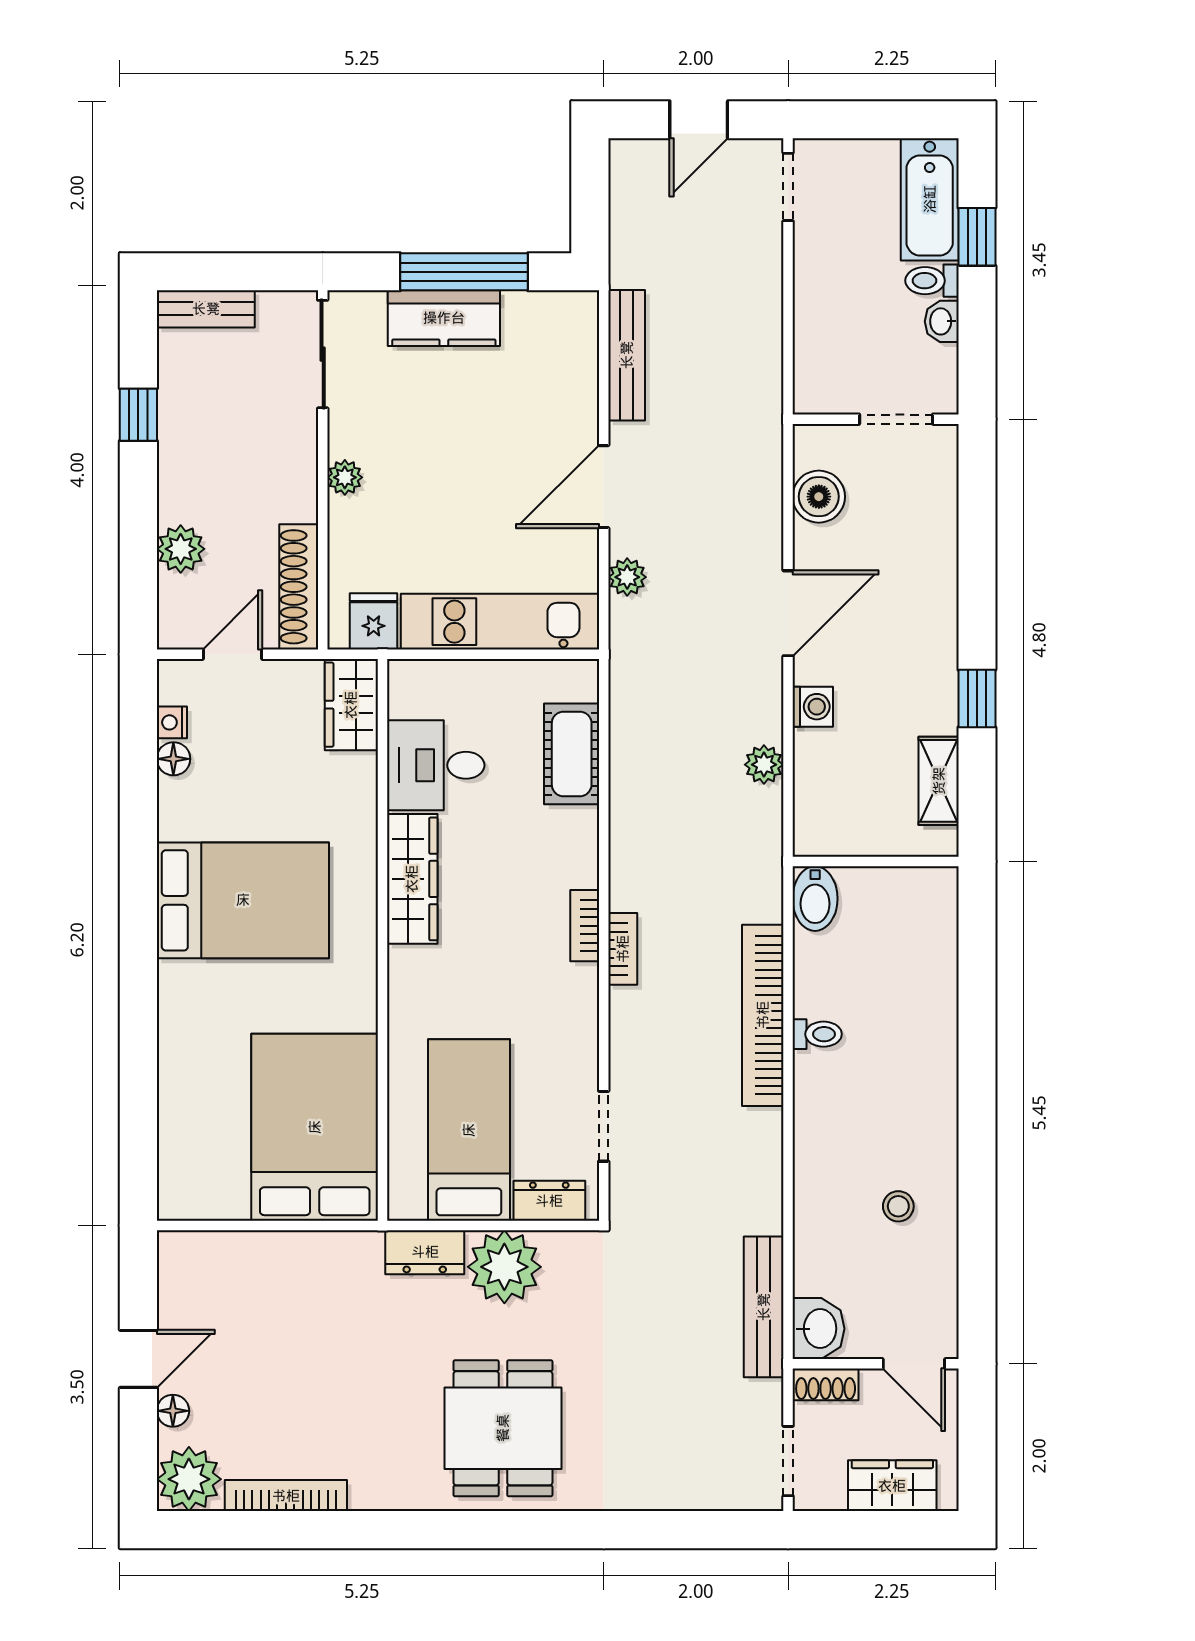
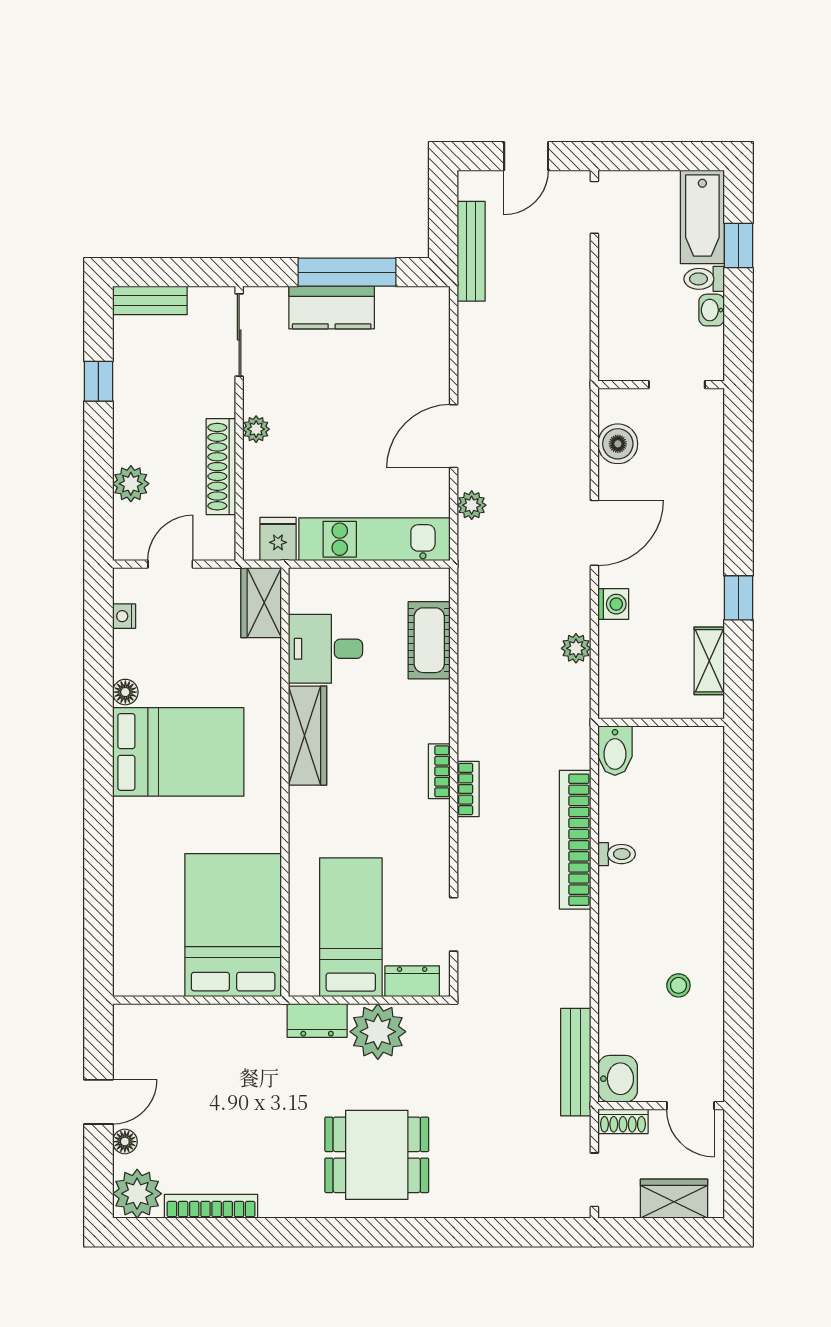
bench: (627, 355) -> (471, 251), moved
shoe rack: (299, 587) -> (221, 467), moved
floor lamp: (173, 759) -> (125, 692), moved
dining table: (503, 1428) -> (377, 1155), turned 90

